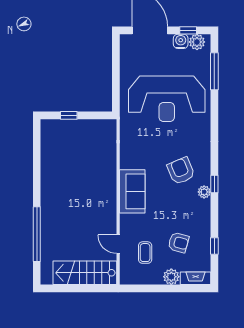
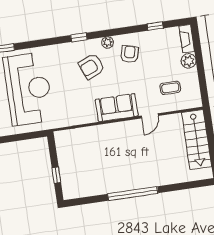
window: (214, 184) -> (79, 37), moved
window: (37, 234) -> (133, 193), moved
armchair: (178, 243) -> (130, 54), moved
door: (118, 244) -> (150, 116), moved

